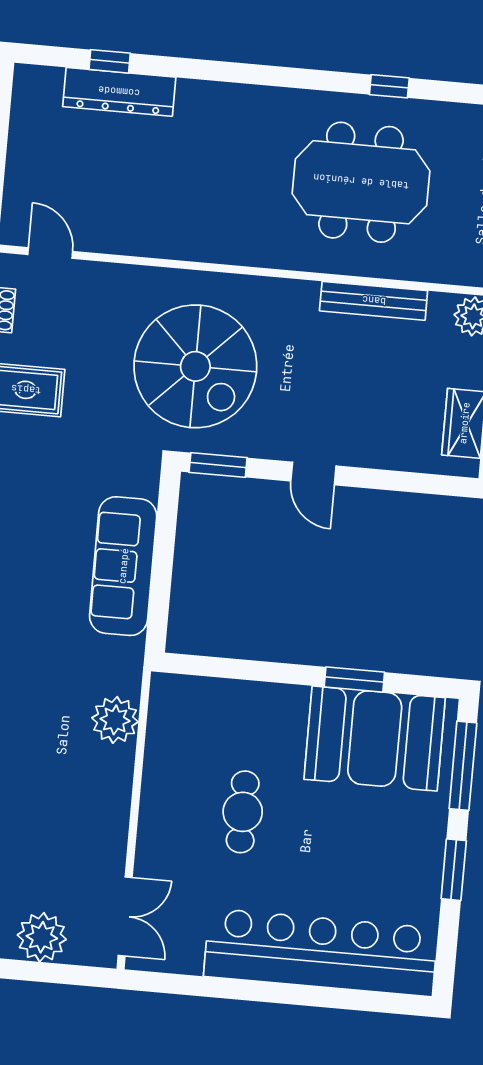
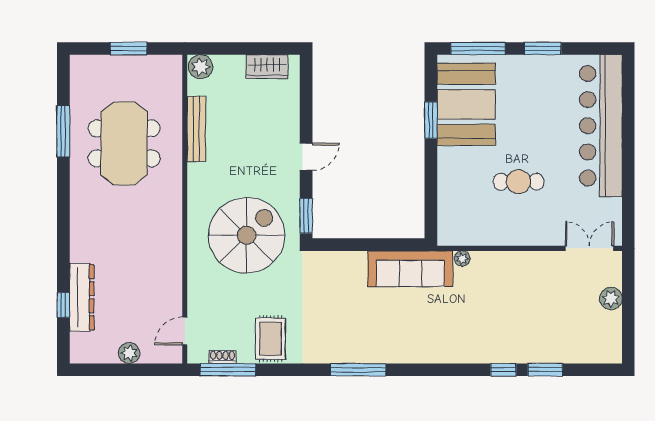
window: (389, 86) -> (63, 131), width x2.17
plant: (23, 160) -> (129, 353), added
sofa: (123, 566) -> (410, 269), moved
plant: (115, 720) -> (462, 259), width x0.53, depth x0.53
plant: (42, 937) -> (611, 299), width x0.73, depth x0.73

